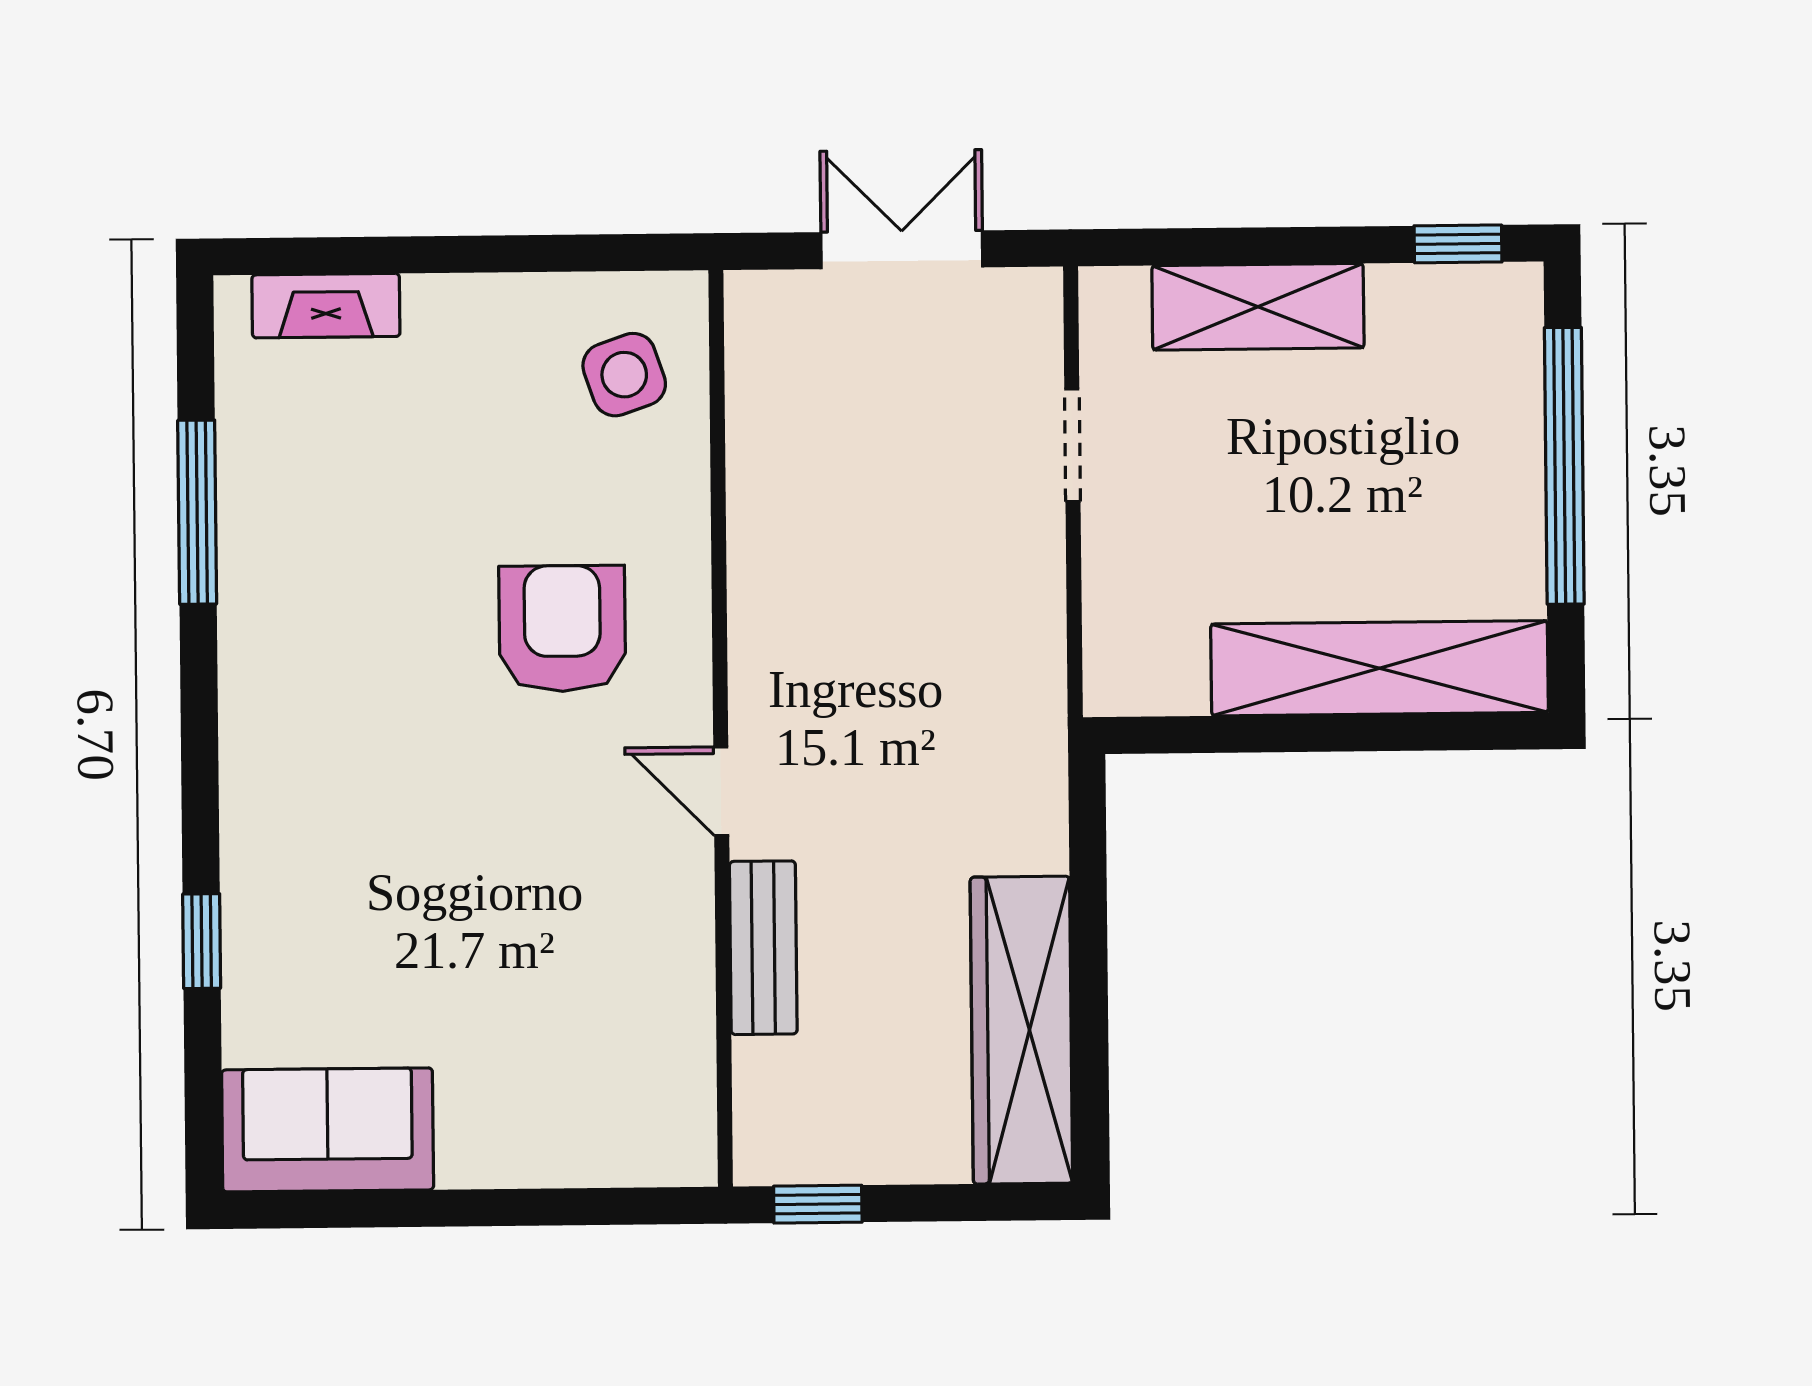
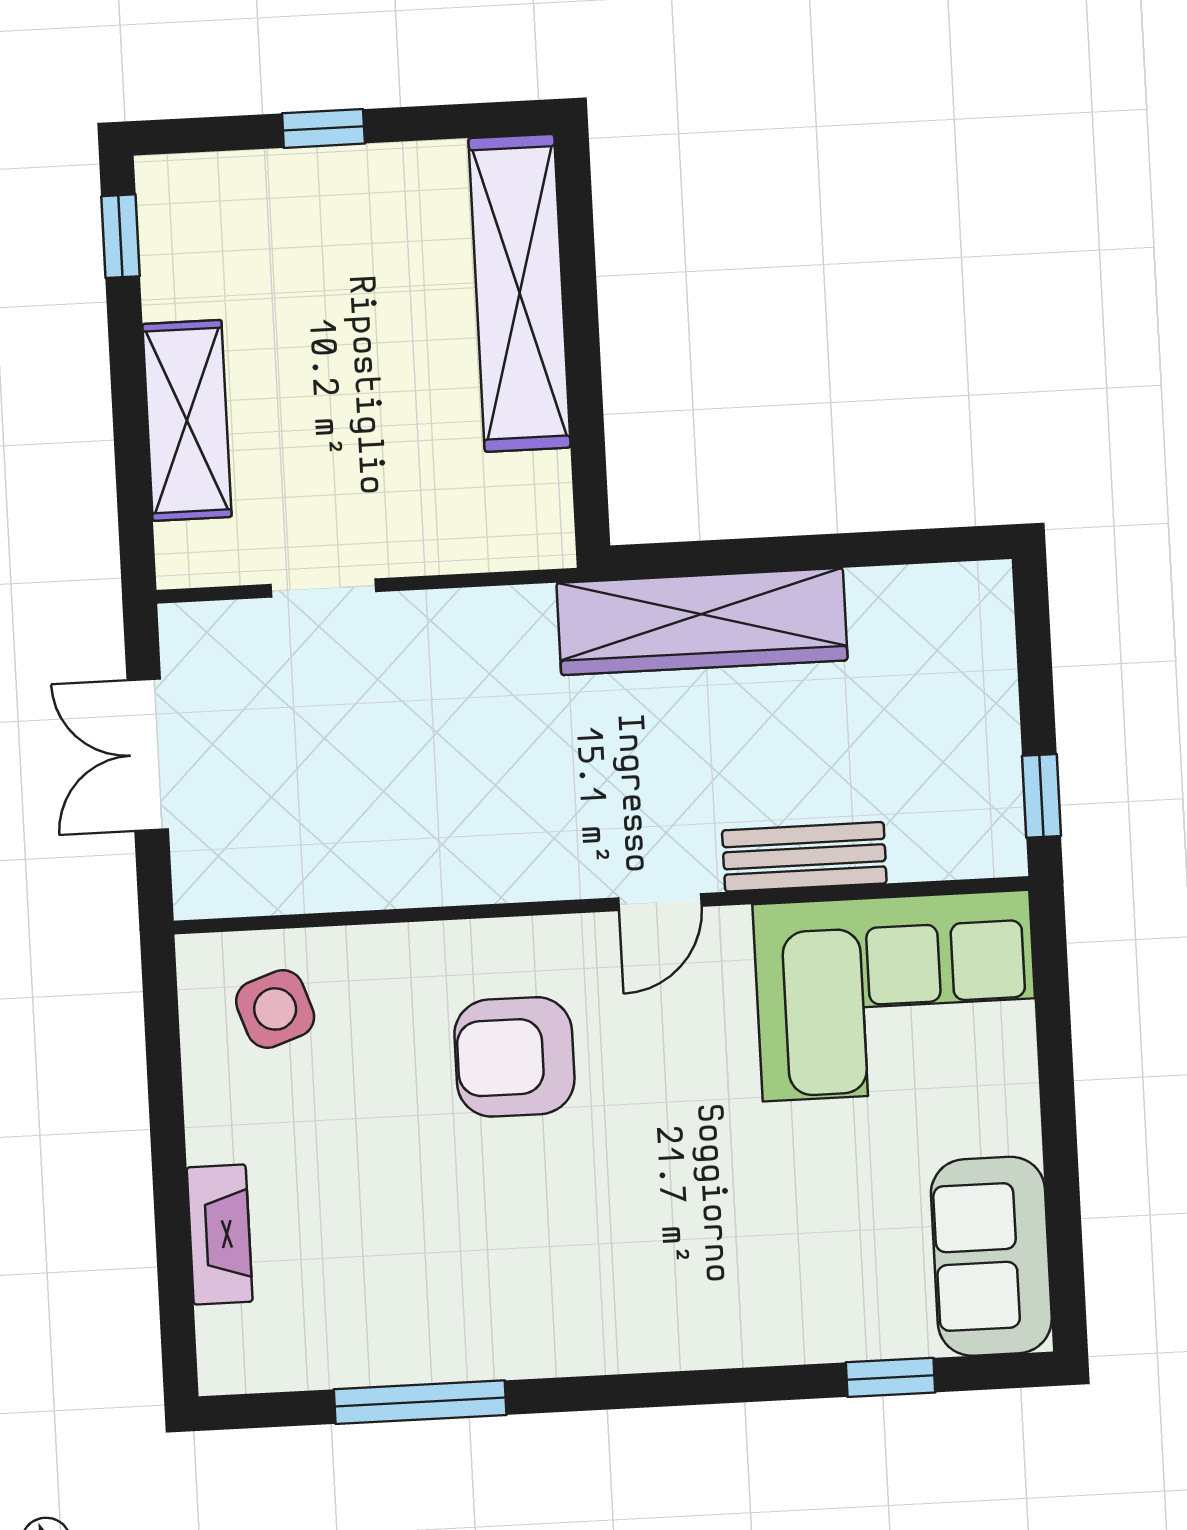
fireplace: (326, 306) -> (220, 1234), moved
window: (1564, 466) -> (323, 128), width x0.32
window: (202, 941) -> (891, 1377), moved
wardrobe: (1021, 1030) -> (702, 622), moved
corner sofa: (611, 1040) -> (896, 996), added

